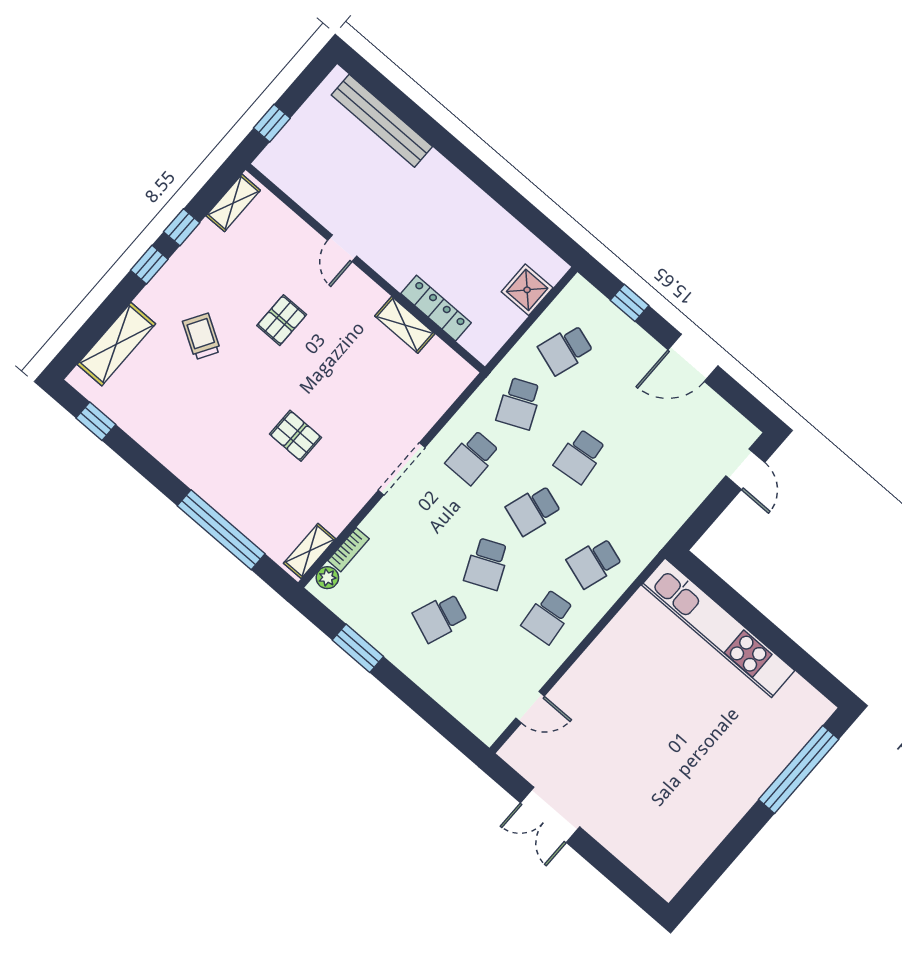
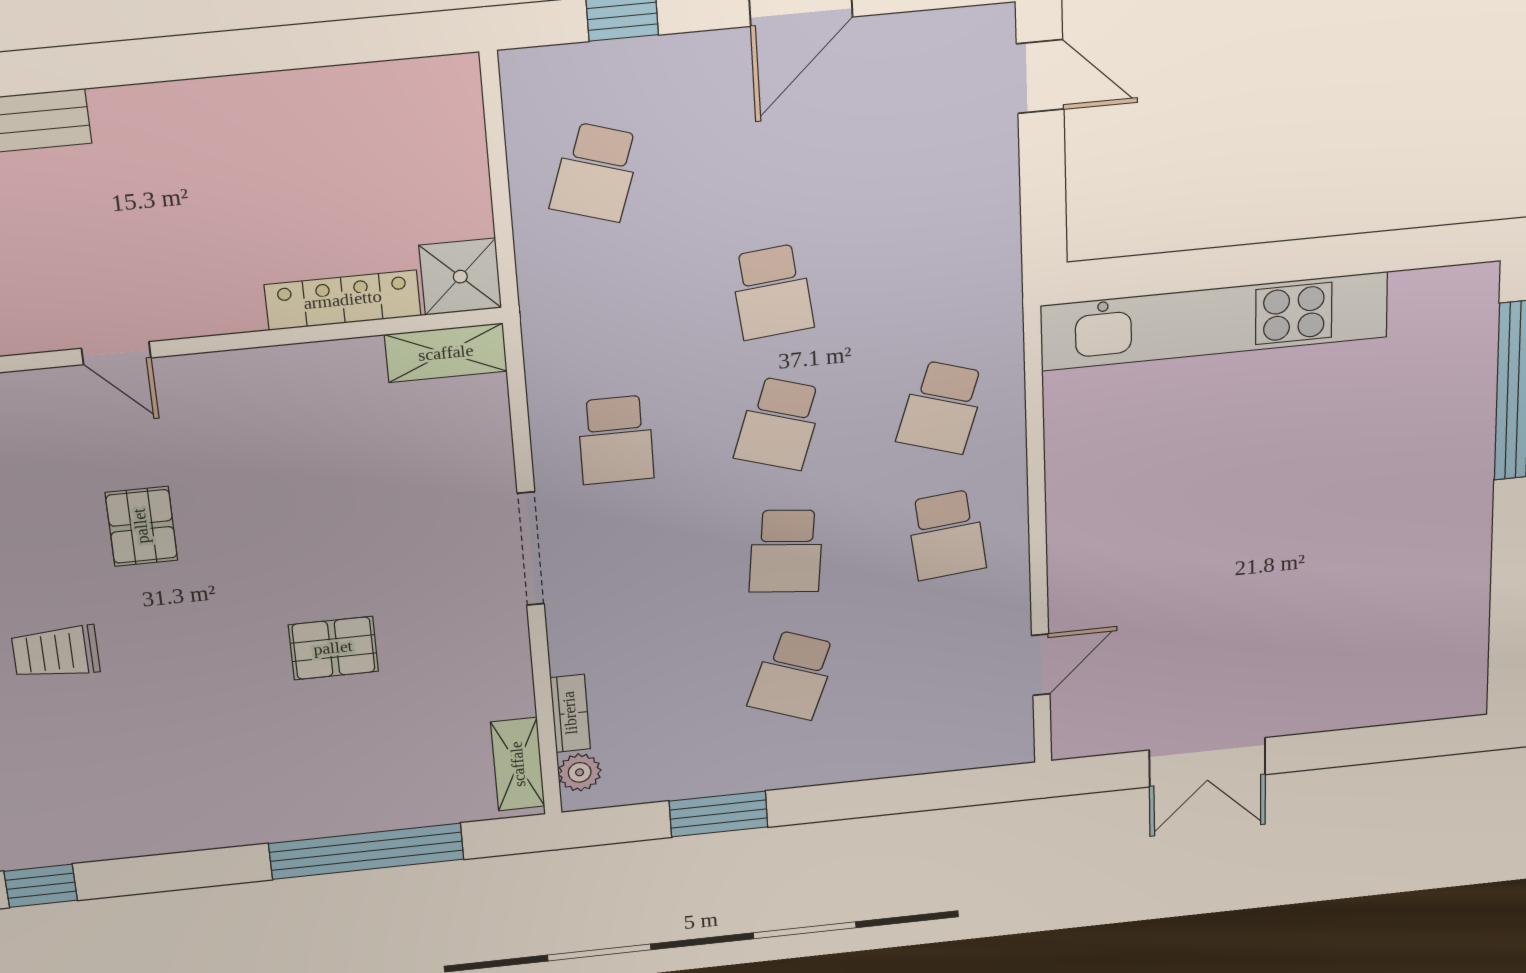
shower: (527, 290) -> (460, 277), moved
shelving: (405, 325) -> (446, 353), moved
trolley: (202, 336) -> (56, 652), turned -31
school desk: (519, 403) -> (606, 308), removed
school desk: (487, 564) -> (786, 551), turned 30

